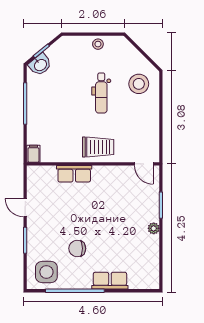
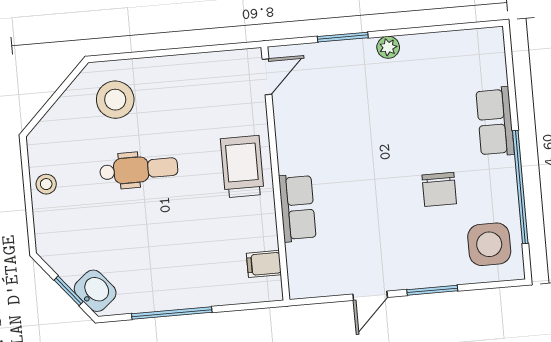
filing cabinet: (33, 154) -> (264, 264), moved

